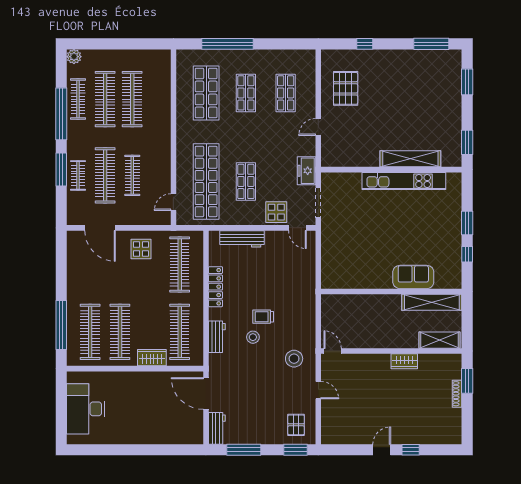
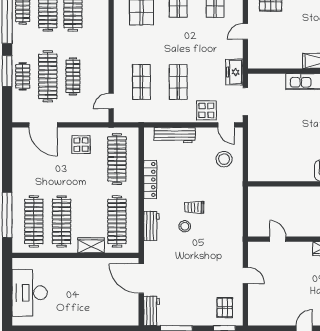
shop shelf: (206, 181) -> (141, 82), width x0.50, depth x0.74
door: (333, 351) -> (278, 239), moved
stool: (294, 359) -> (224, 159), moved

